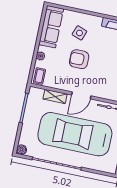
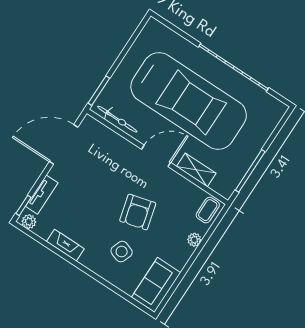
sofa: (51, 27) -> (156, 285), width x0.73
armchair: (79, 59) -> (138, 212), turned 75
boiler: (21, 150) -> (279, 109), removed

